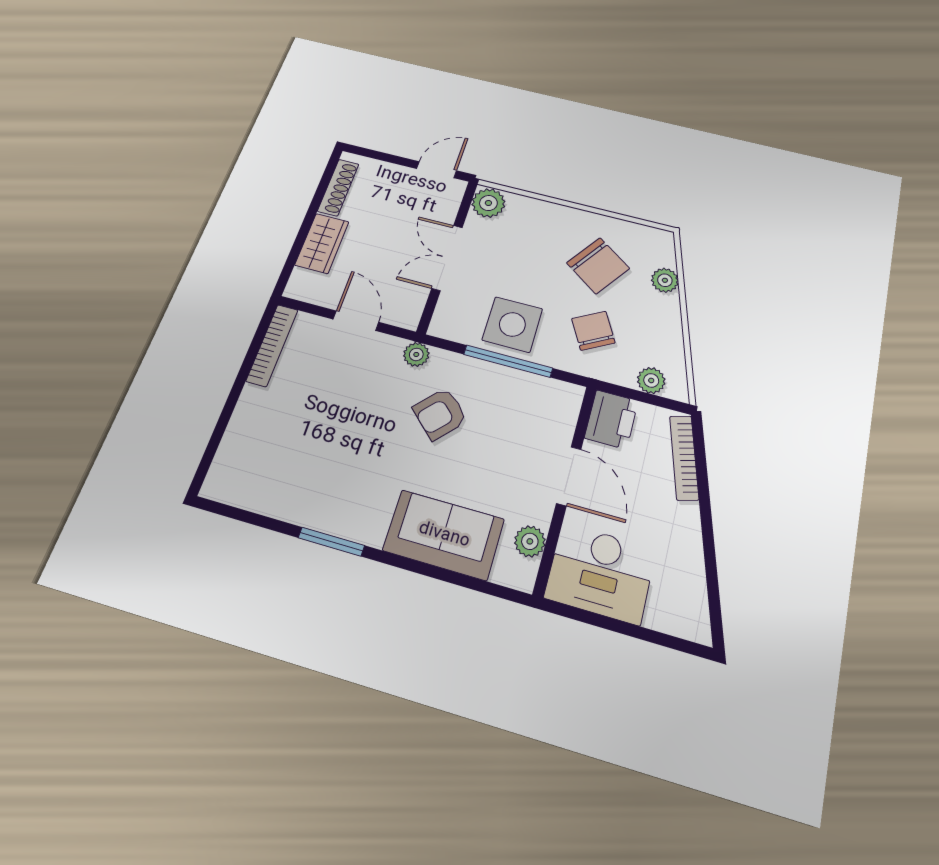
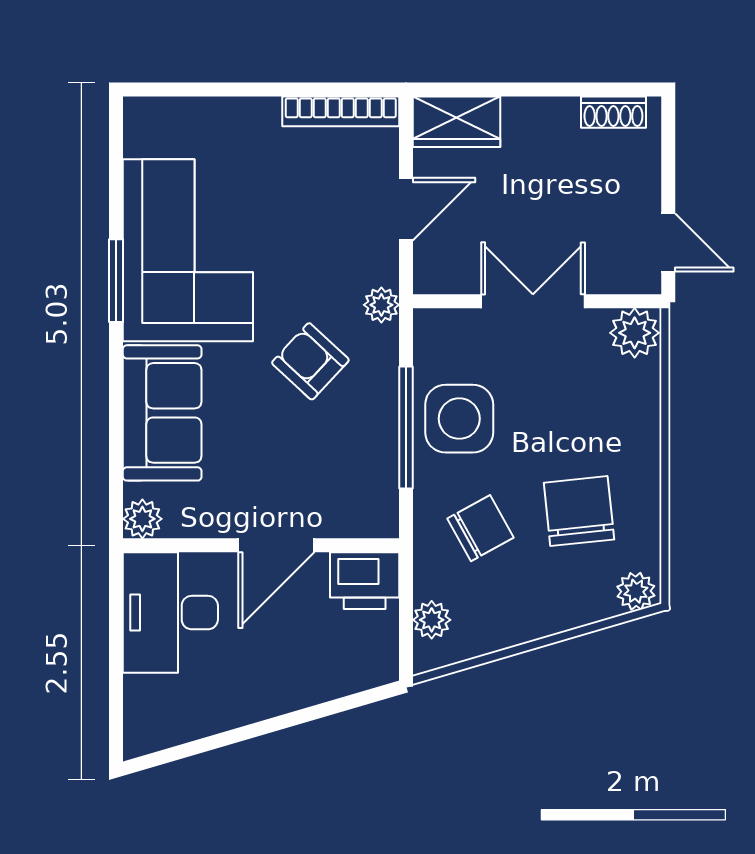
shoe rack: (338, 188) -> (613, 112), width x0.70
wardrobe: (322, 243) -> (456, 122), moved
chair: (598, 266) -> (579, 511), turned 139
plant: (665, 280) -> (636, 591), moved
bookcase: (684, 458) -> (340, 683), removed
corner sofa: (329, 480) -> (188, 250), added
plant: (530, 541) -> (142, 519), moved

